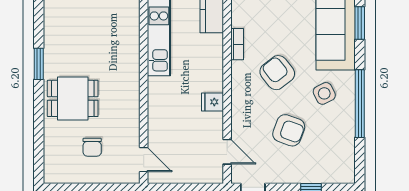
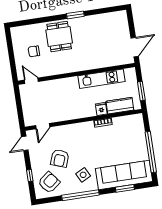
armchair: (277, 73) -> (49, 182), moved
fridge: (213, 102) -> (101, 109), moved
door: (144, 160) -> (31, 81), swing flipped

